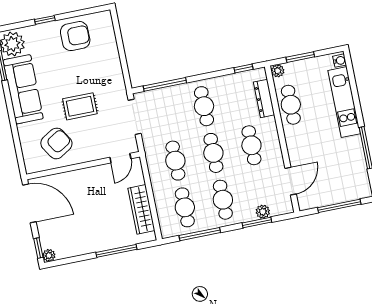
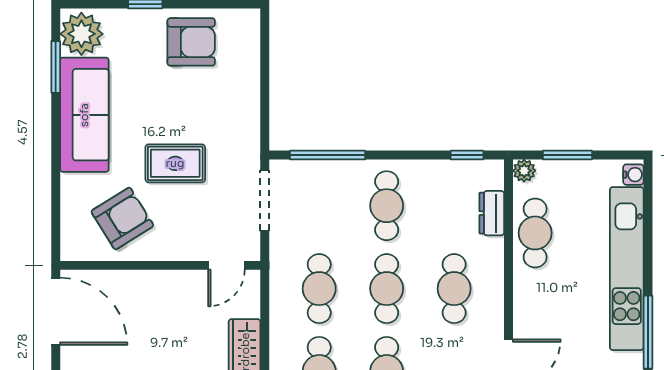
dresser: (264, 98) -> (492, 213), width x0.70
kitchen unit: (344, 102) -> (627, 269), width x1.36

